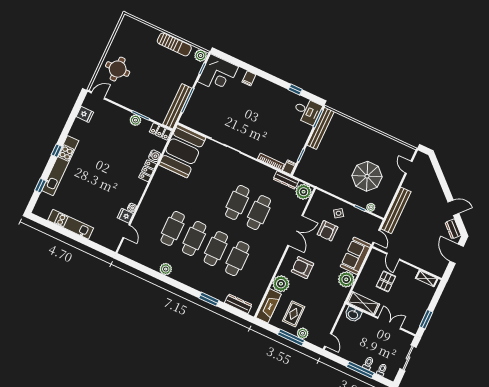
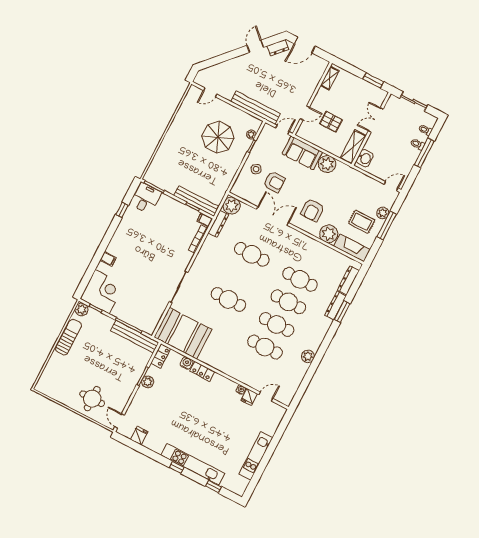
bench: (321, 128) -> (196, 201), moved
cafe table: (237, 202) -> (228, 299), moved
dresser: (214, 293) -> (335, 306), added

